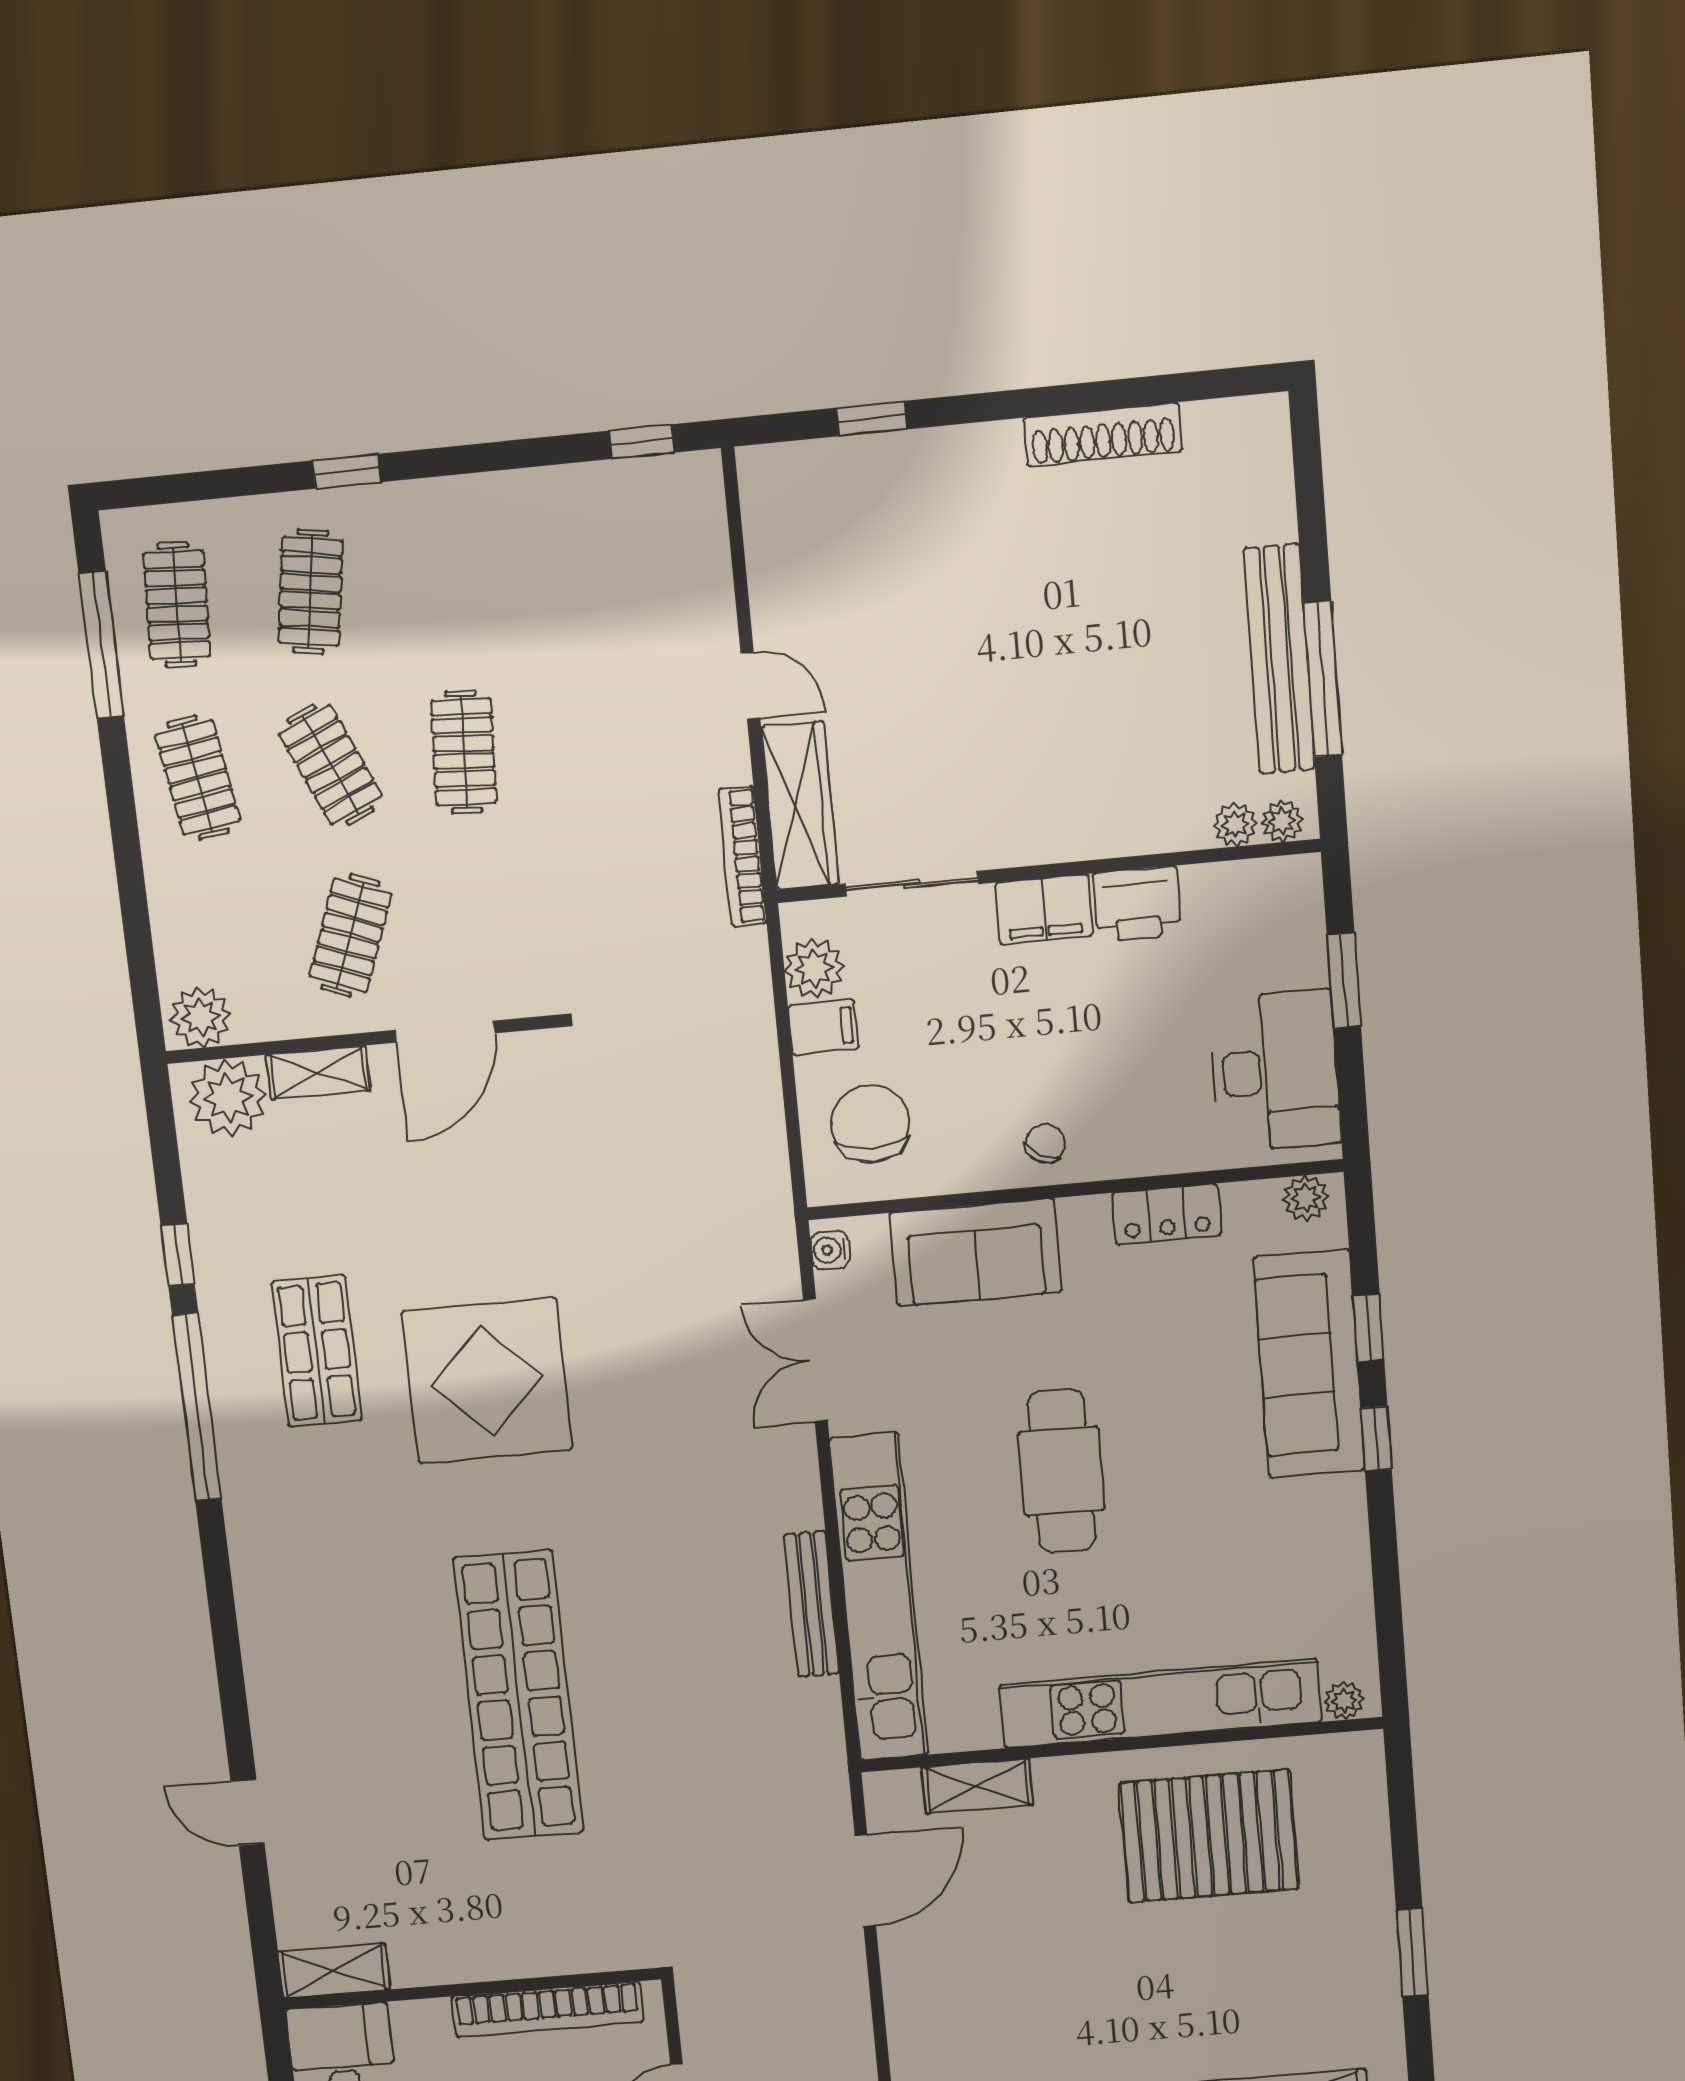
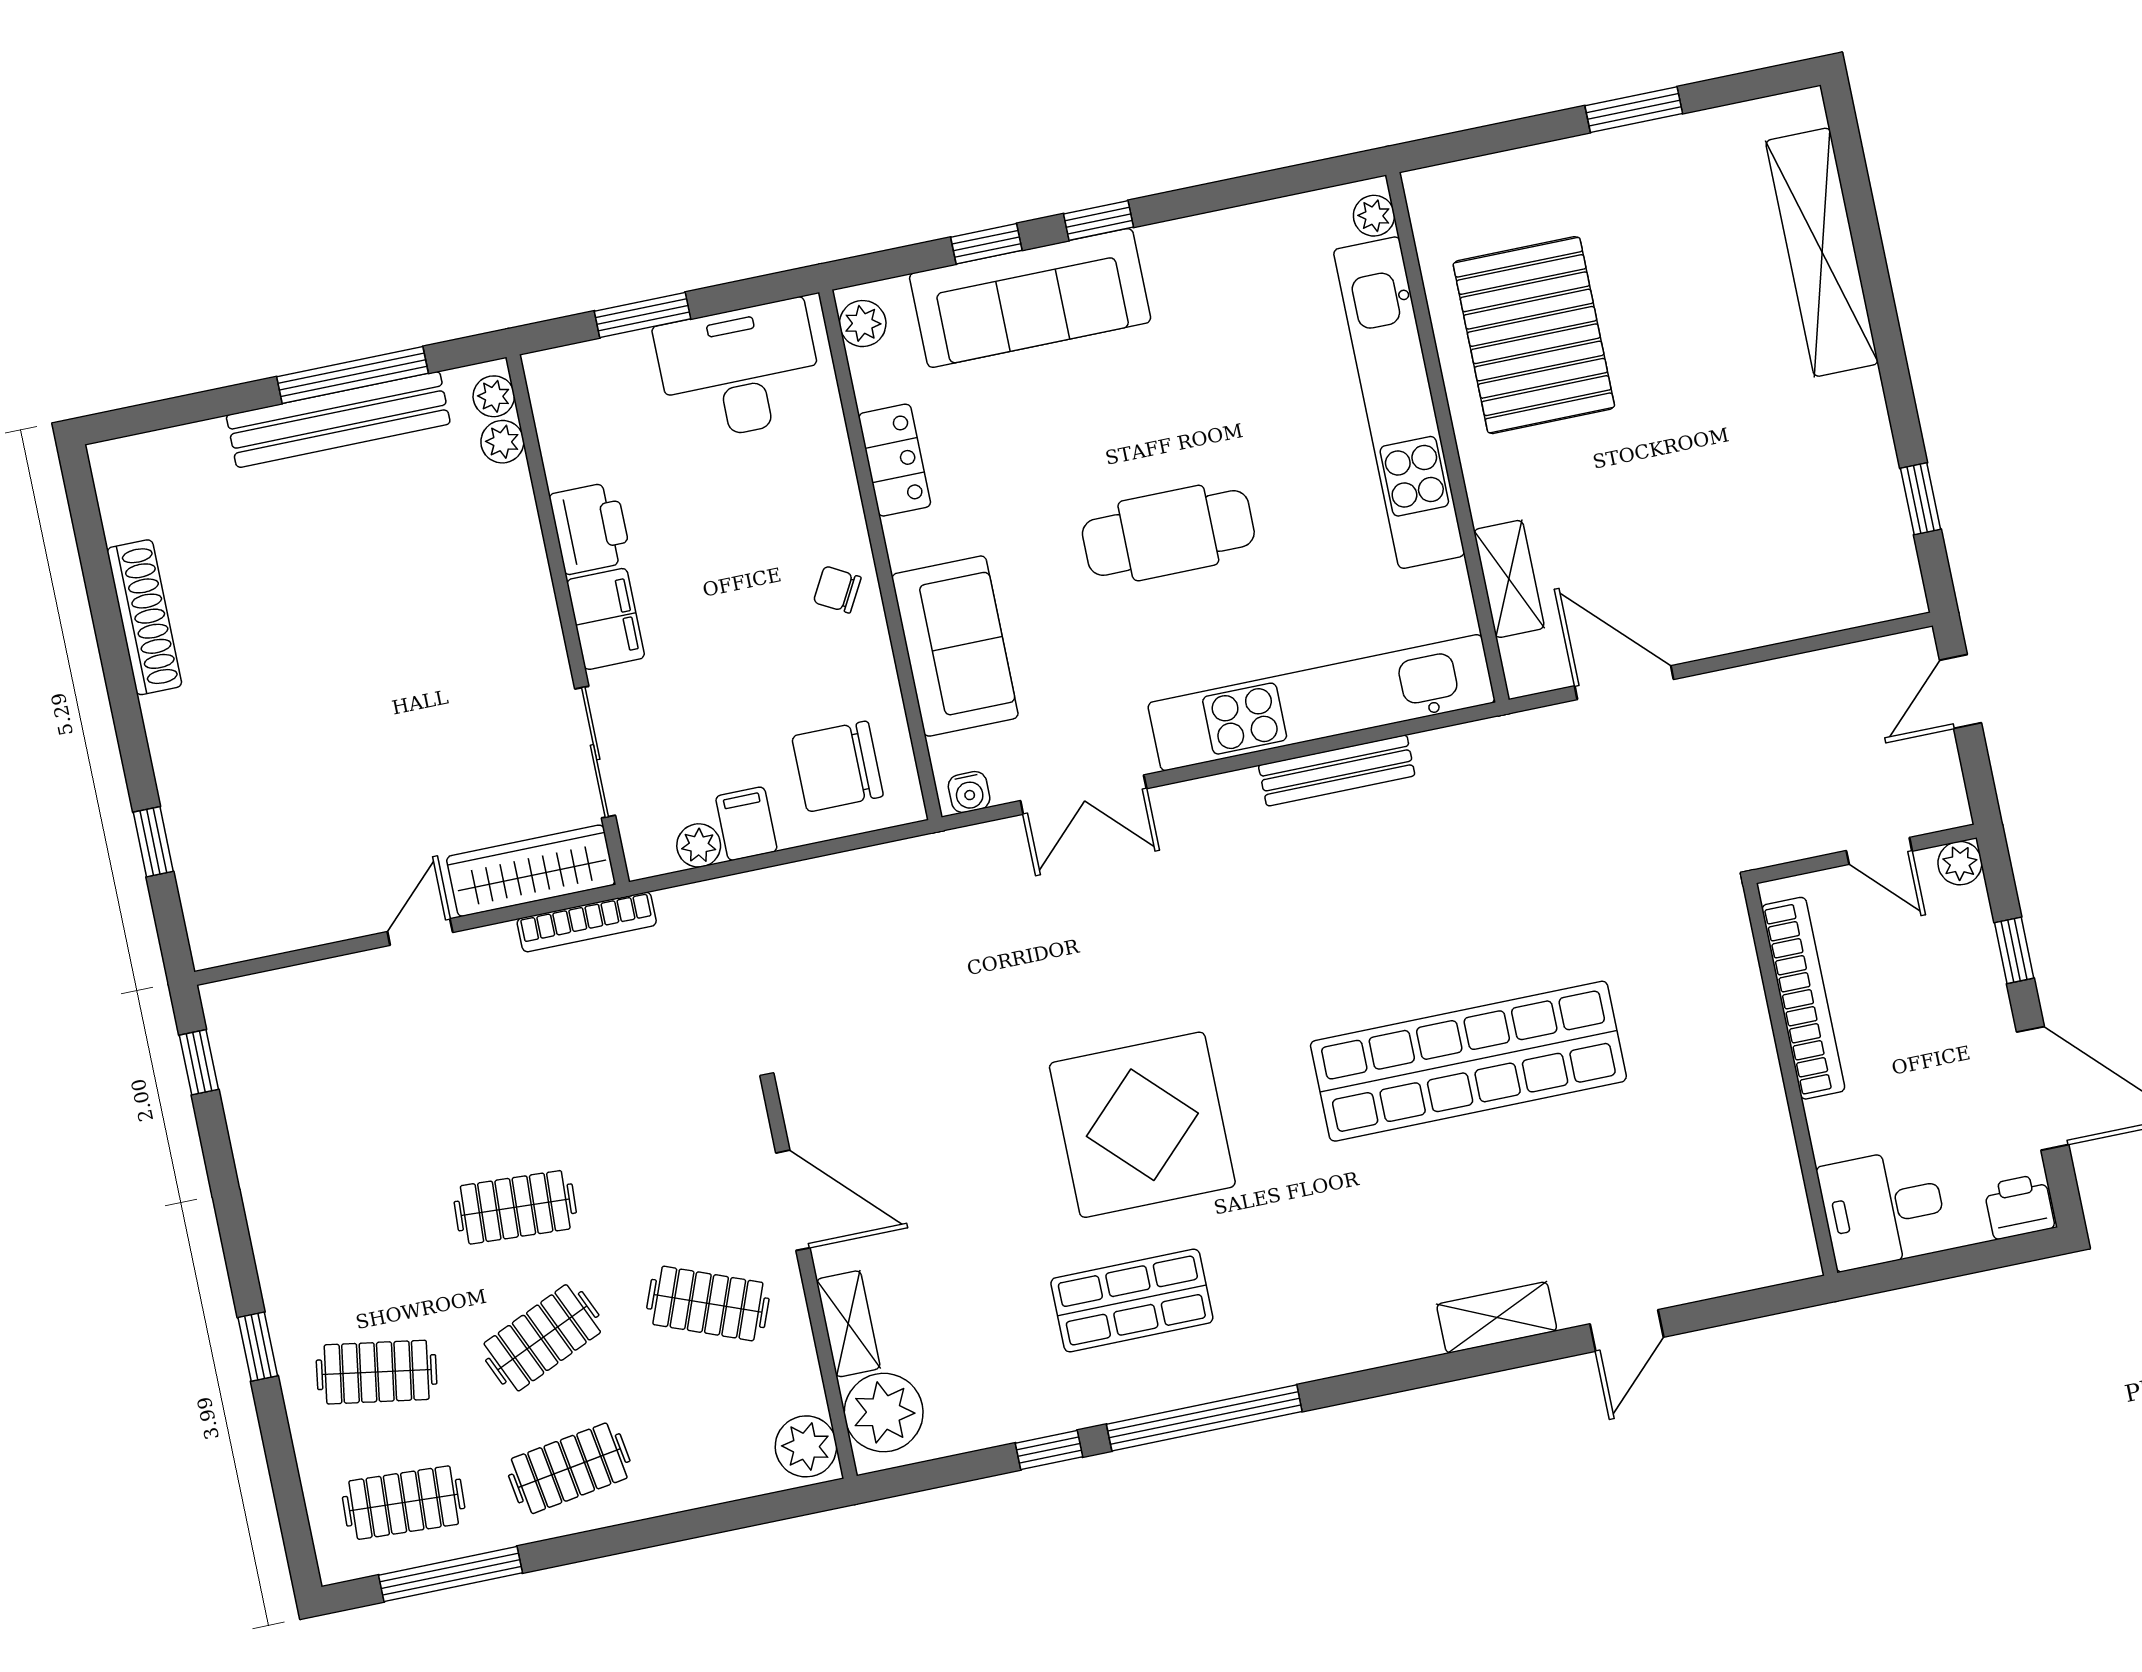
plant: (814, 968) -> (699, 845), width x0.73, depth x0.73
shelving: (334, 1971) -> (1497, 1318), moved, turned 90

